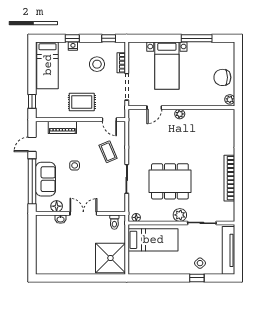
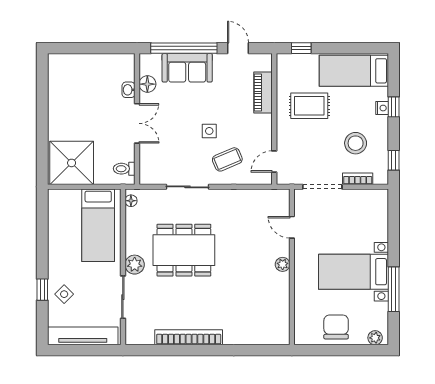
bed with nightstands: (167, 66) -> (354, 272), moved
plant: (230, 99) -> (375, 338), moved
rug: (82, 102) -> (309, 106), moved, turned 90
side table: (75, 165) -> (209, 131), moved
dining table: (170, 181) -> (184, 250), turned 90

